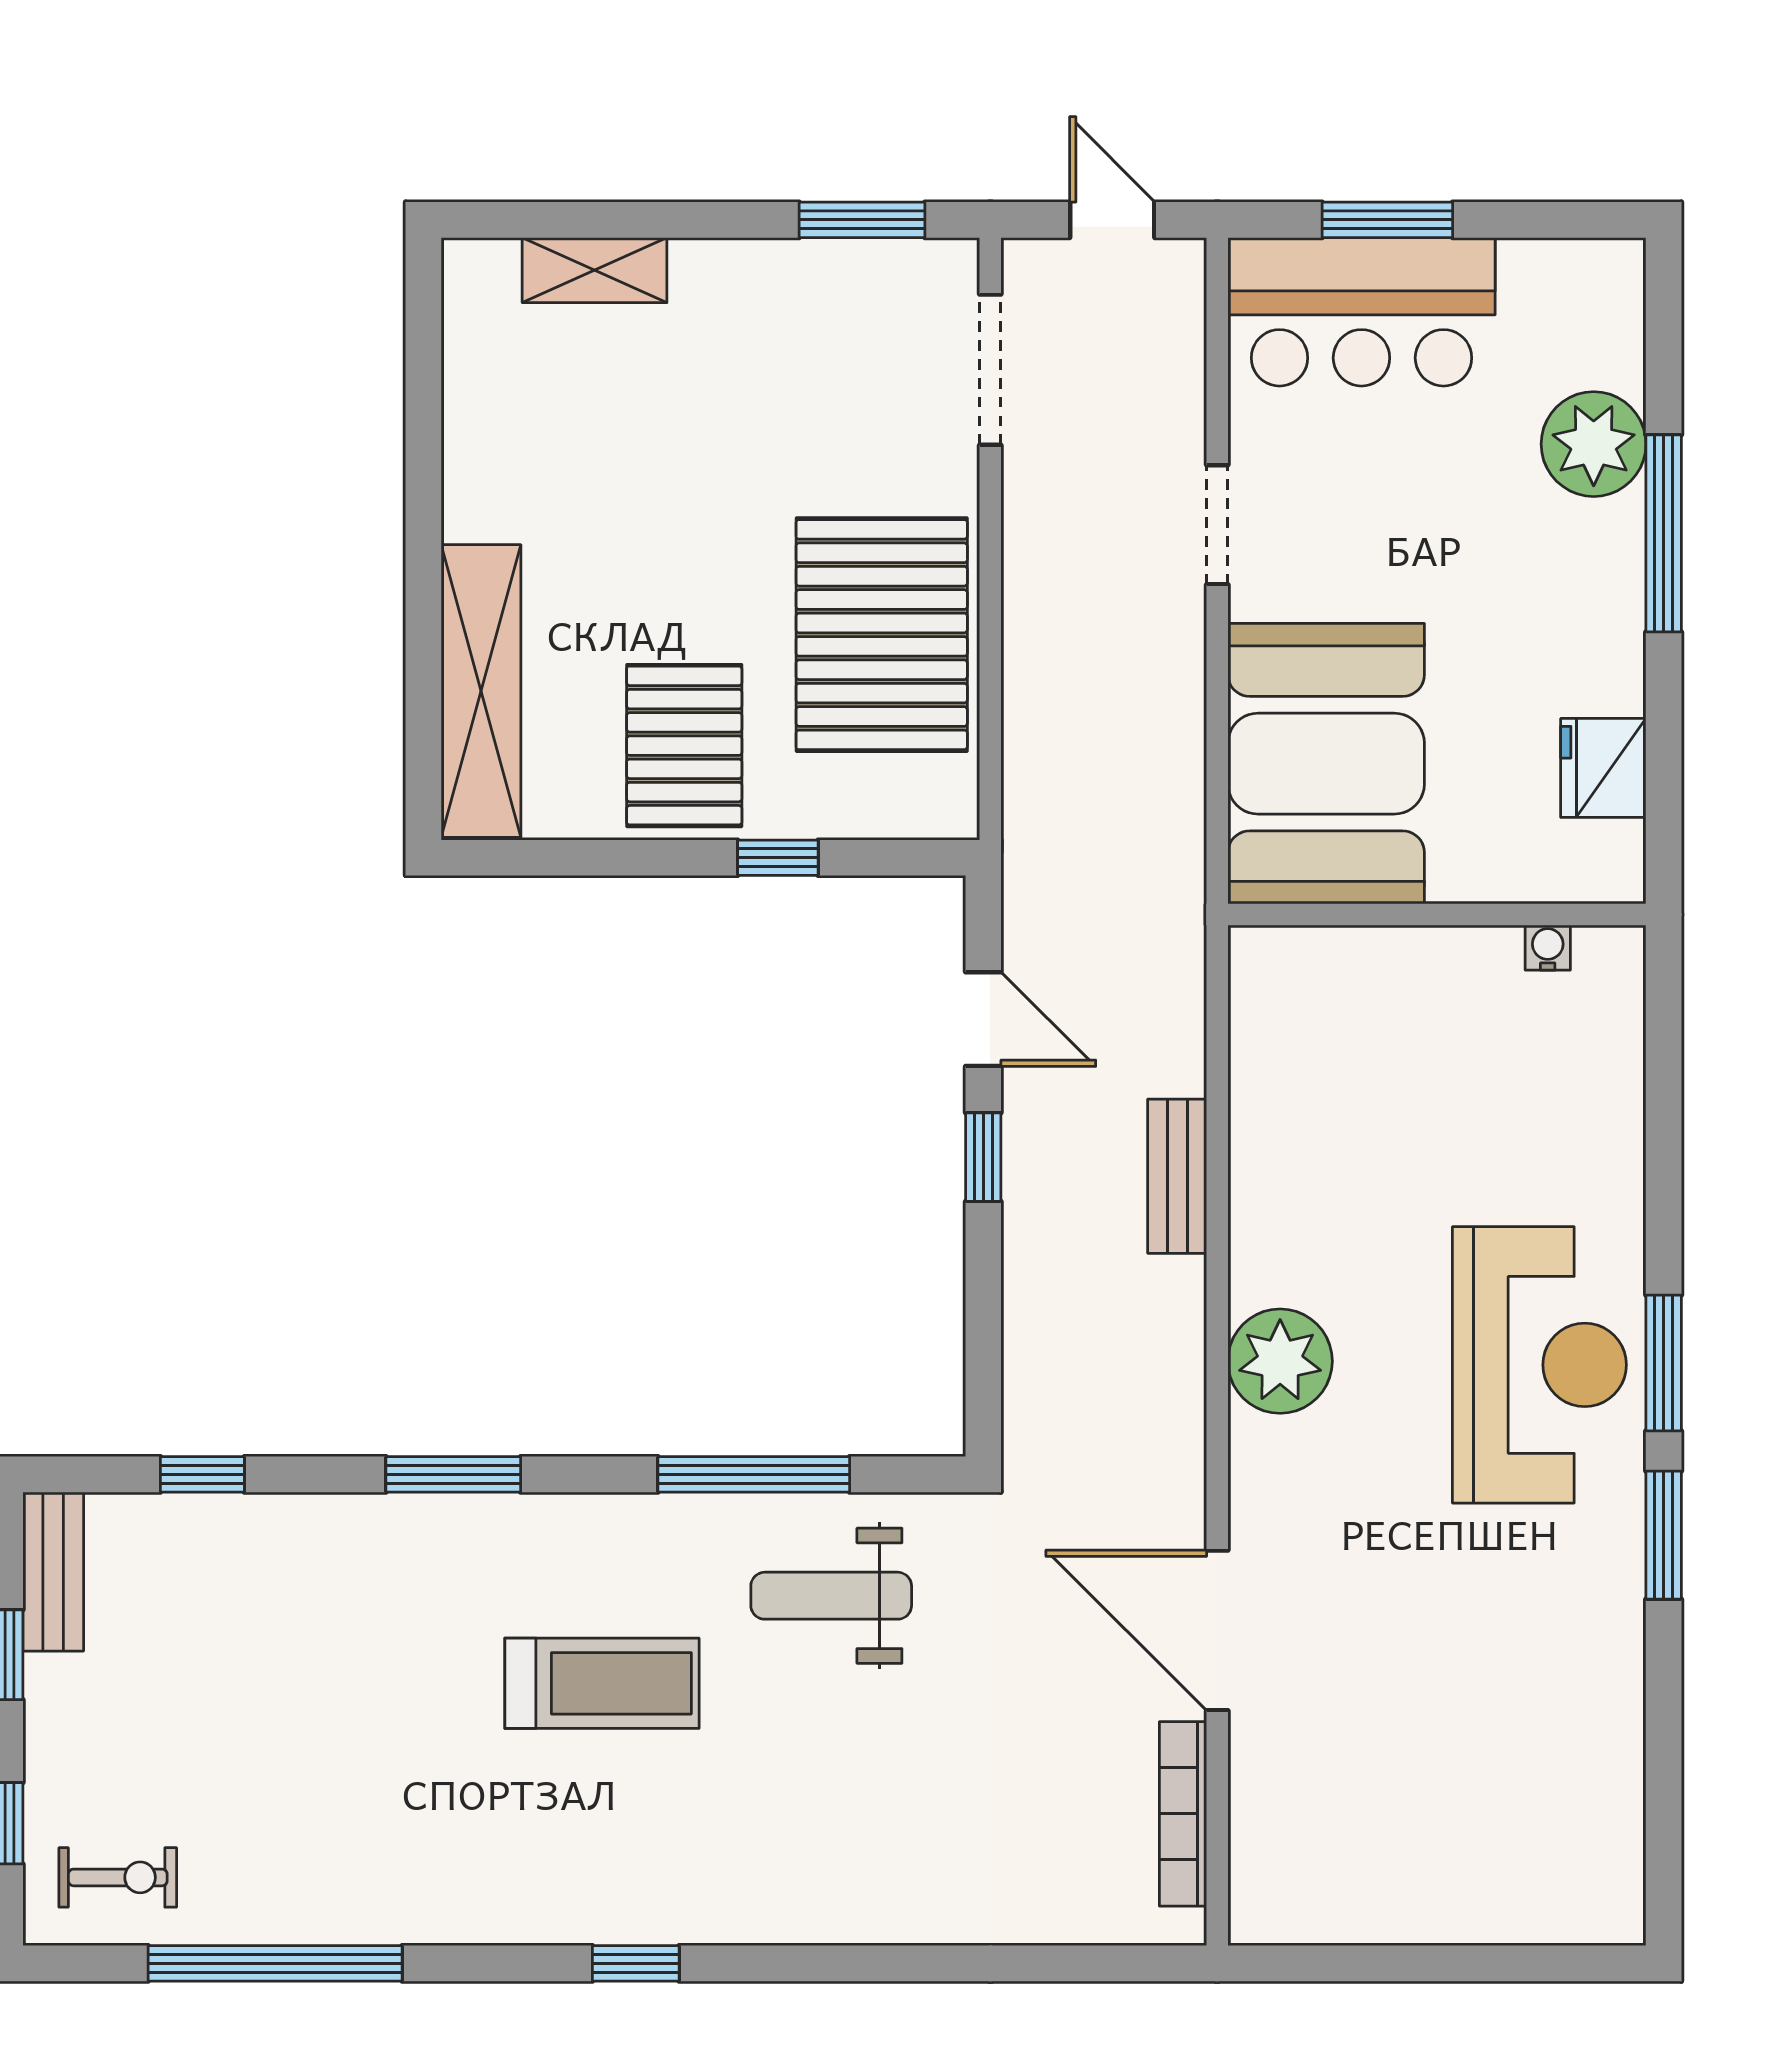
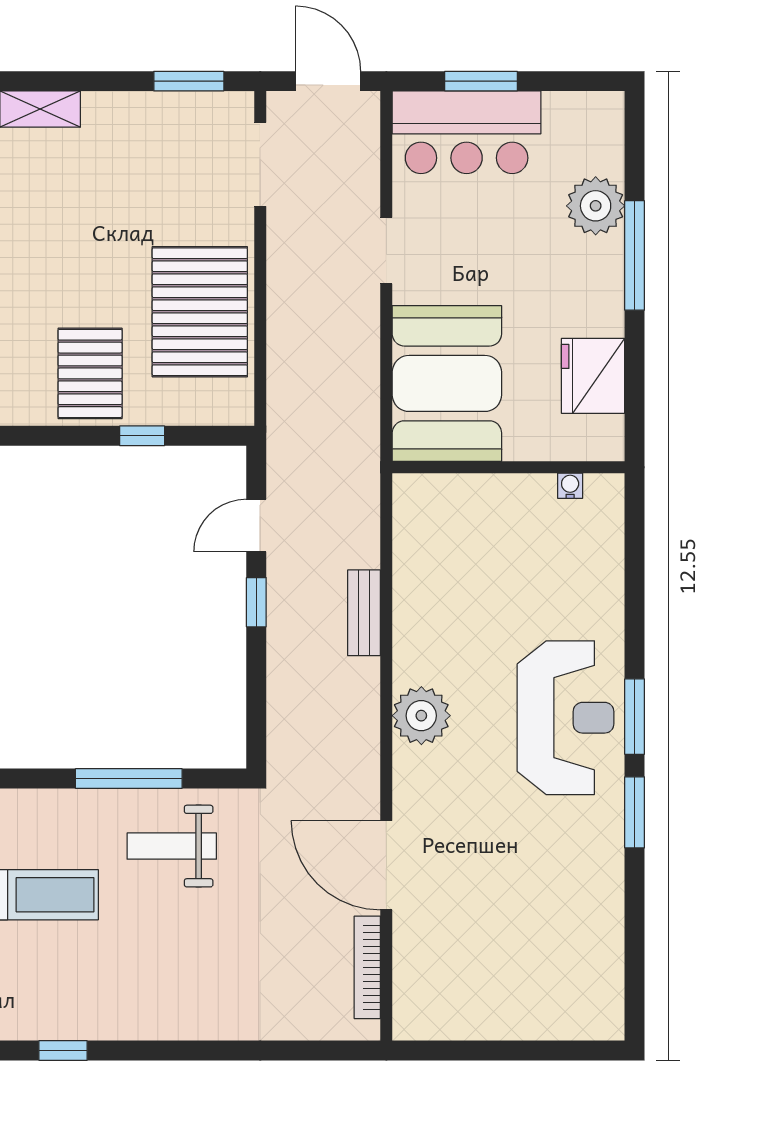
door: (1112, 220) -> (328, 81), width x1.37
fridge: (1603, 768) -> (593, 376), width x1.36, depth x1.34
door: (983, 1019) -> (256, 525), swing flipped

